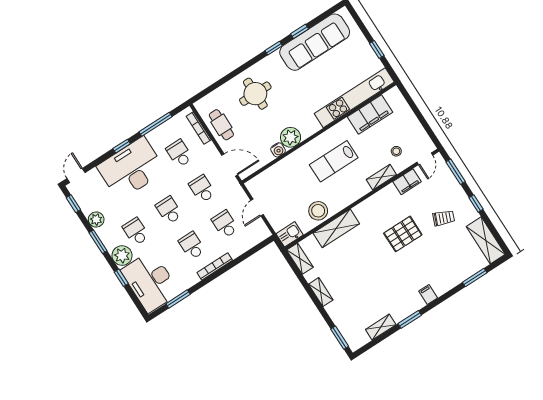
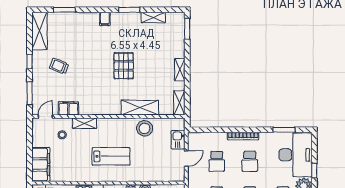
filing cabinet: (370, 115) -> (41, 165), moved, turned 90
kitchen sink: (290, 234) -> (178, 140), moved, turned 90
pallet: (403, 234) -> (124, 66), moved, turned 90

